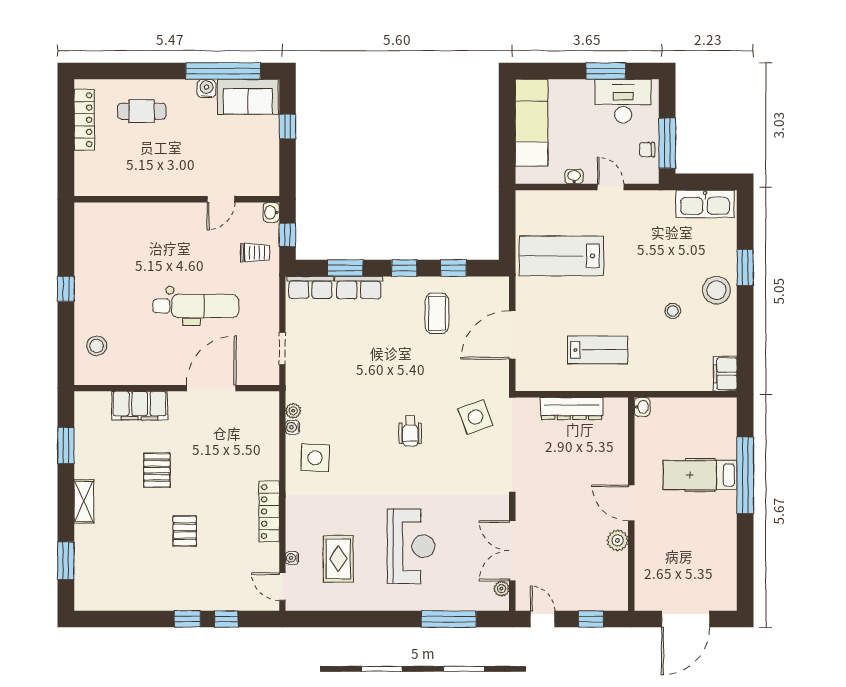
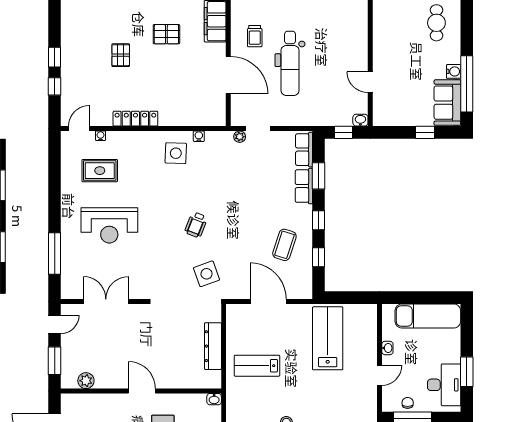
trolley: (255, 253) -> (255, 36), moved
coffee table: (437, 313) -> (284, 245), turned -72
lab bench: (598, 350) -> (257, 366), turned 90
plant: (293, 411) -> (240, 137), moved
wheelchair: (410, 431) -> (196, 225), turned -69
door: (631, 503) -> (142, 391), hinge flipped
pallet: (185, 531) -> (121, 55), turned 90
plant: (618, 540) -> (86, 381), moved
plant: (501, 589) -> (77, 293), removed
window: (591, 619) -> (55, 361), width x1.50

